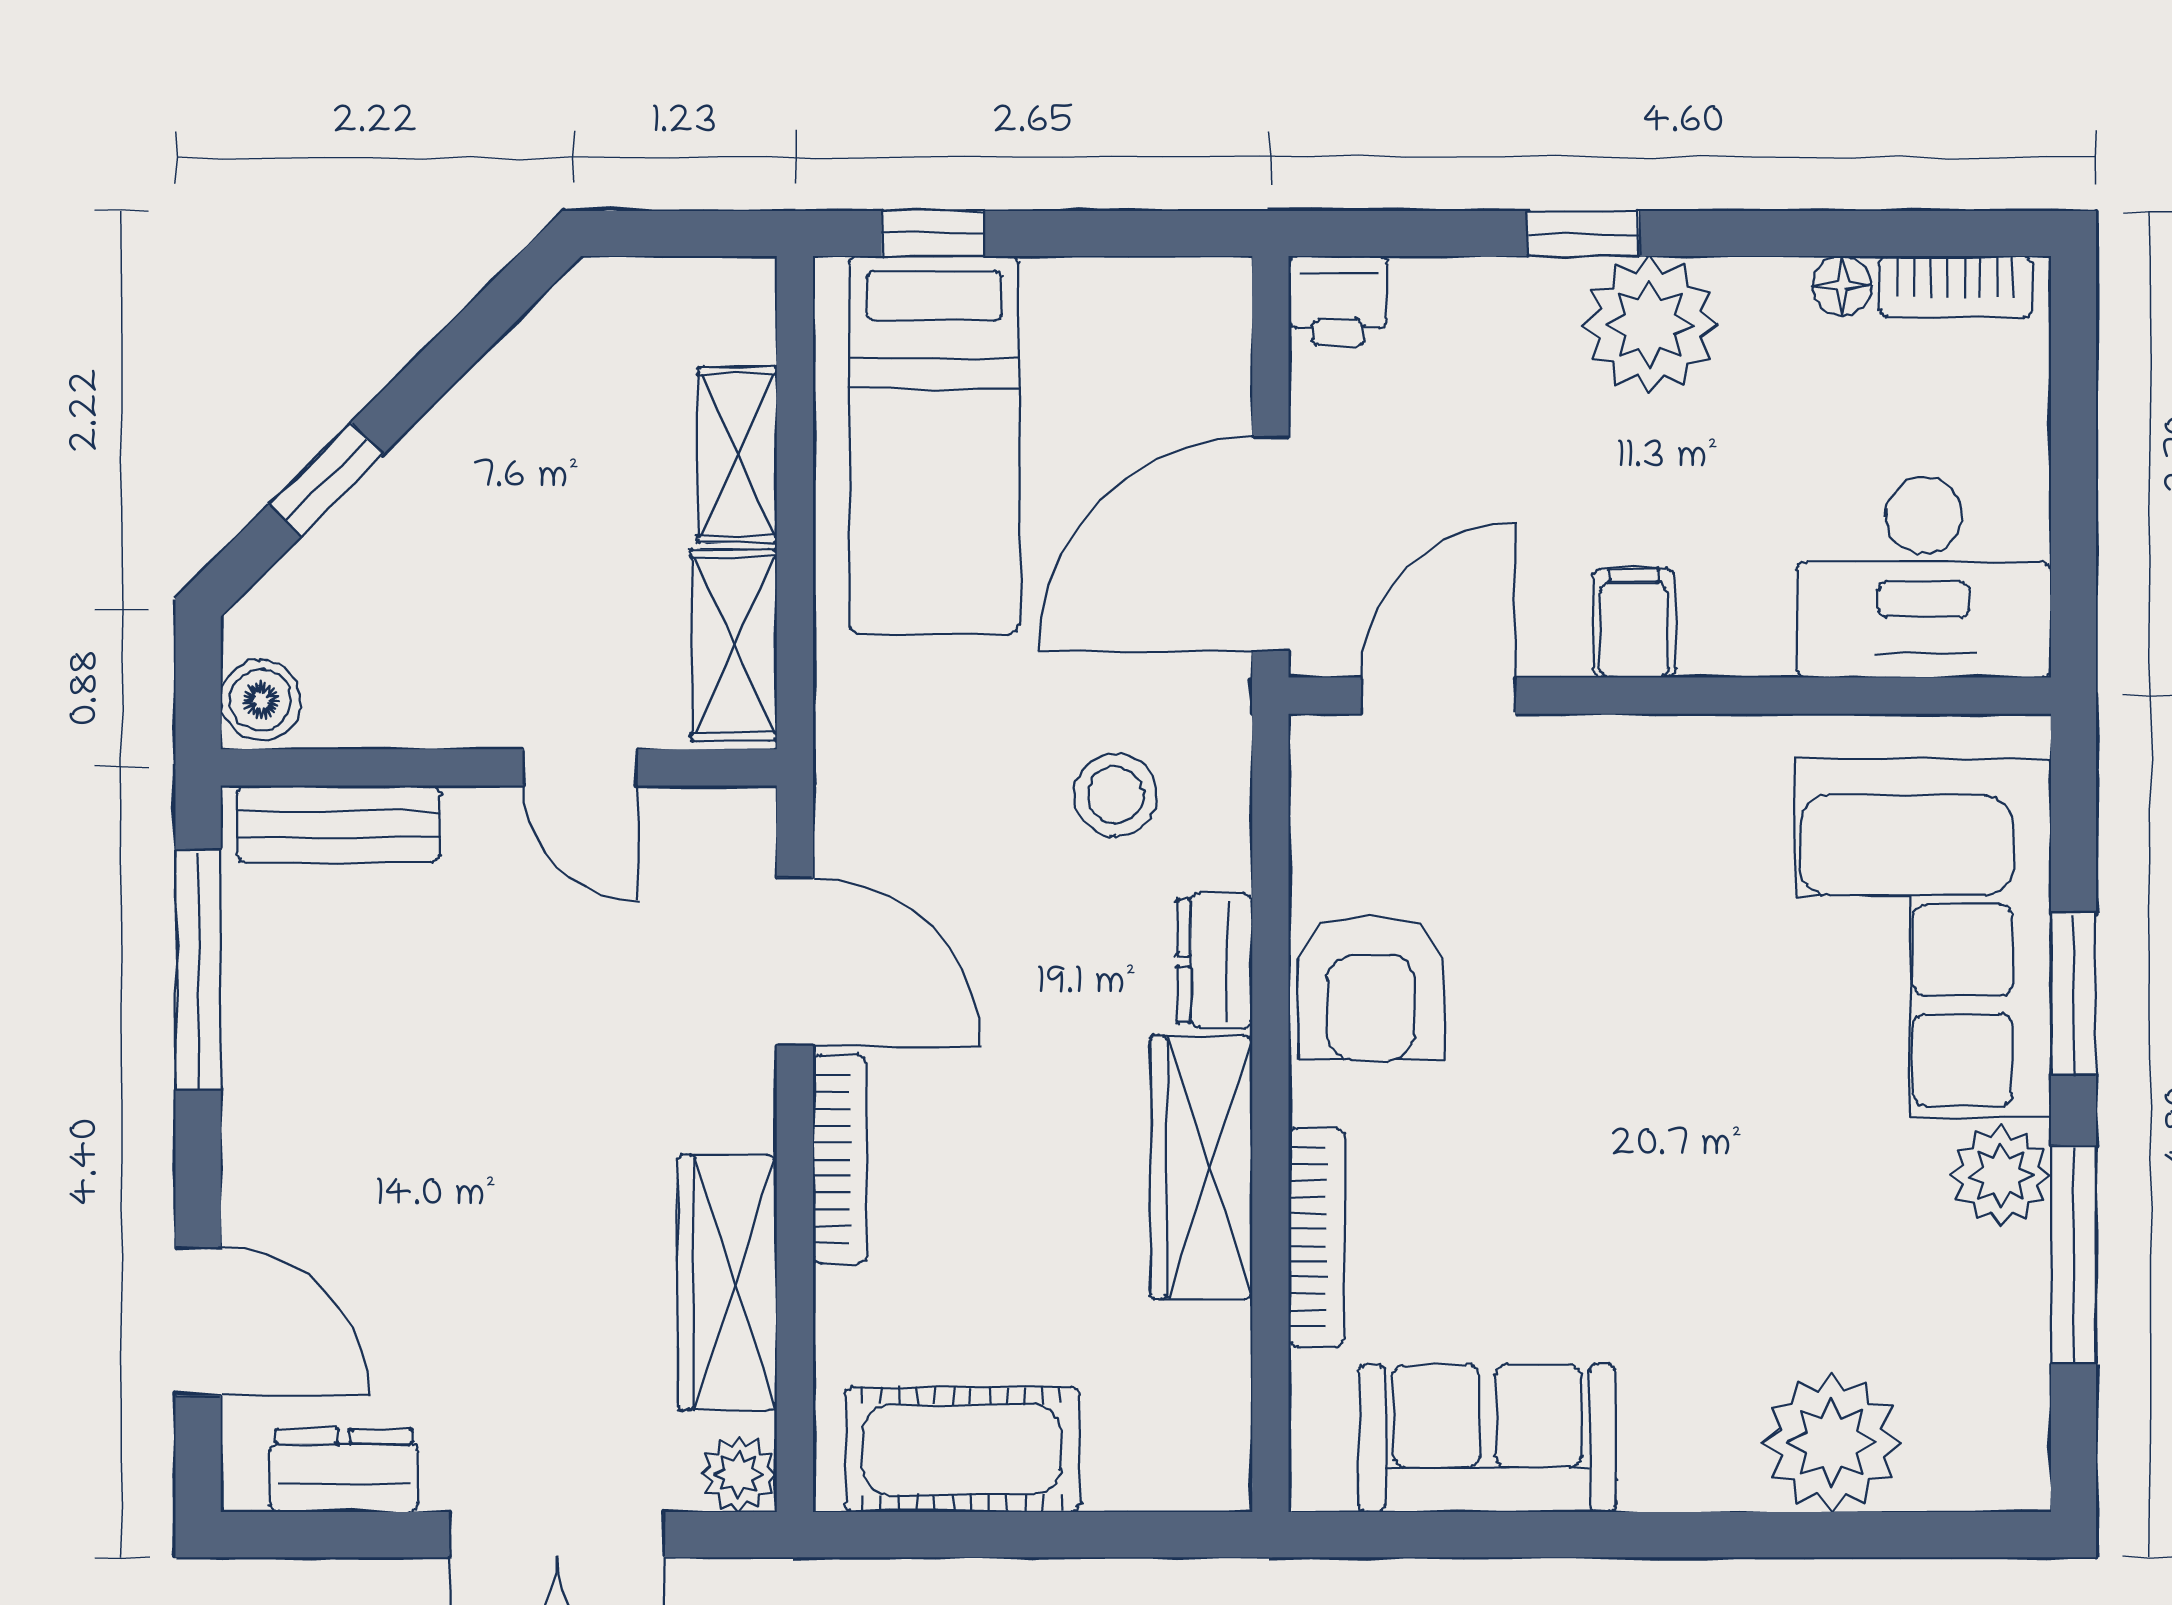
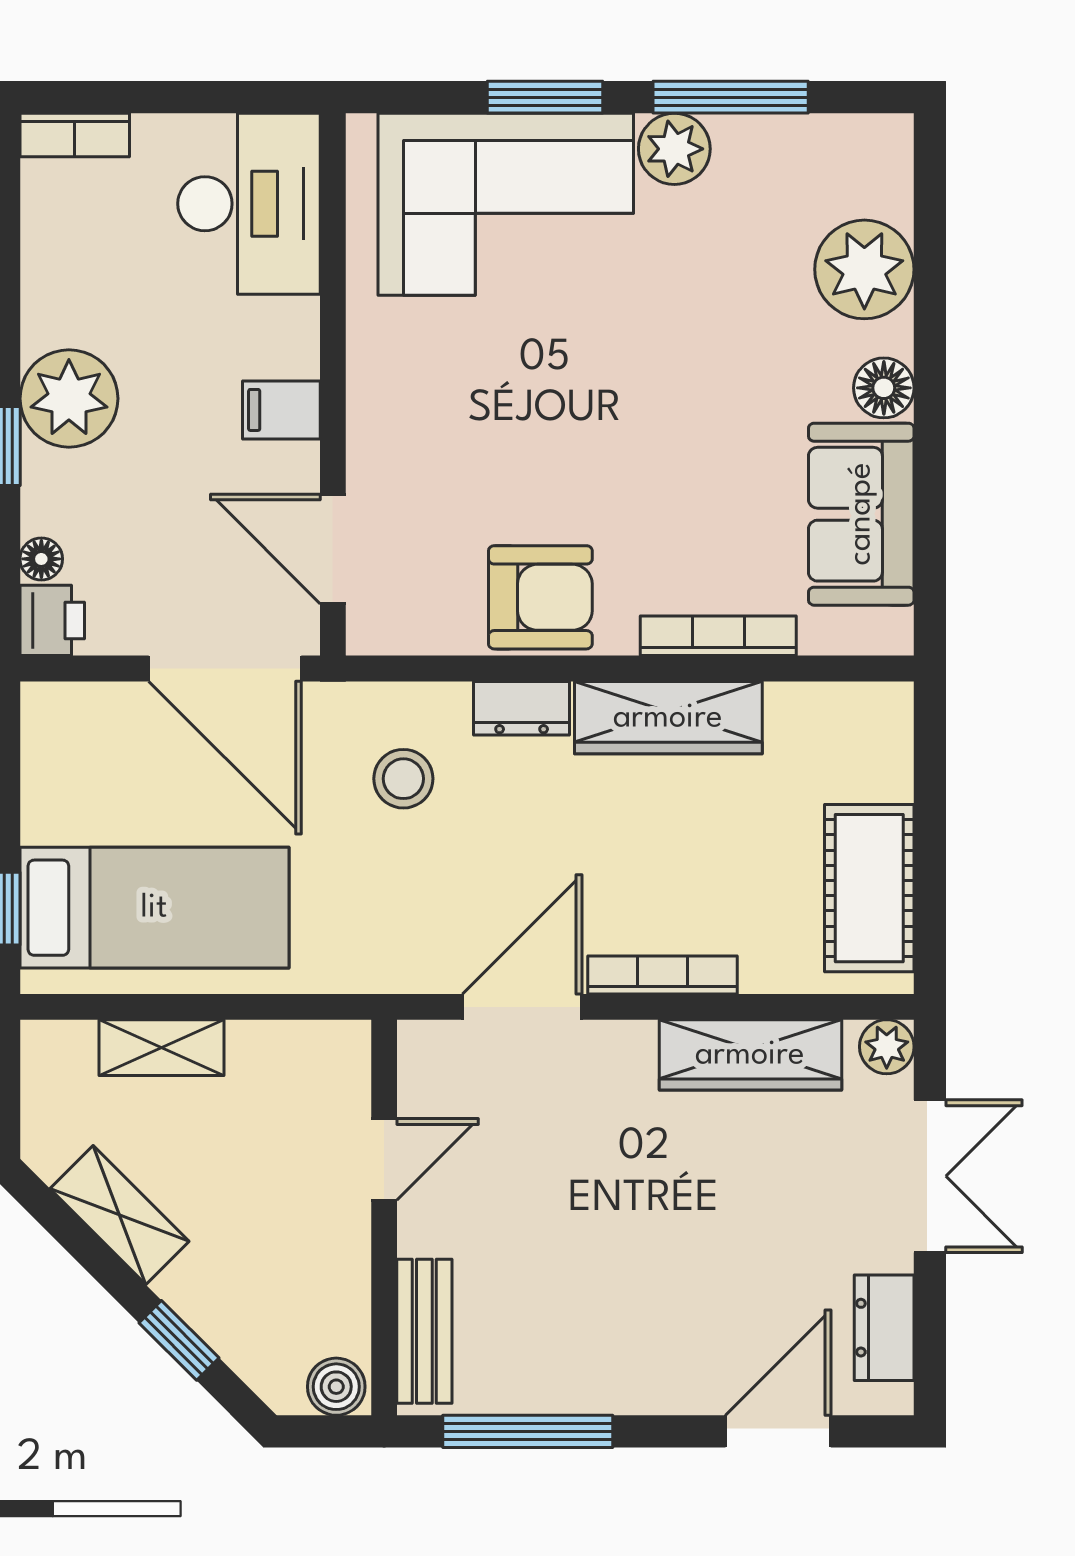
floor lamp: (1842, 286) -> (41, 559), moved
bookcase: (1955, 287) -> (75, 135), moved, turned 90
shelving: (734, 645) -> (119, 1215), moved, turned 45
floor lamp: (1665, 1470) -> (884, 388), added

